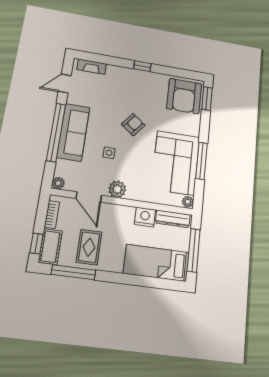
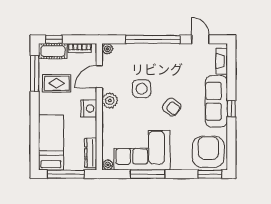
armchair: (184, 96) -> (208, 152), turned 90
sofa: (73, 132) -> (216, 101), moved, turned 90
side table: (109, 153) -> (142, 89), width x1.87, depth x1.87
nightstand: (145, 217) -> (89, 108), moved

